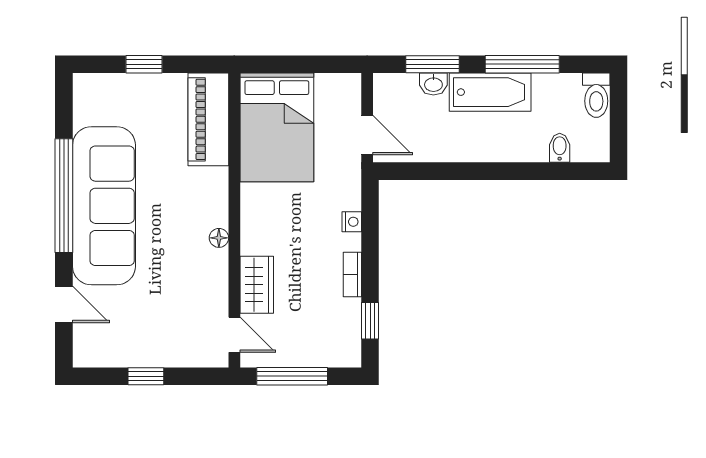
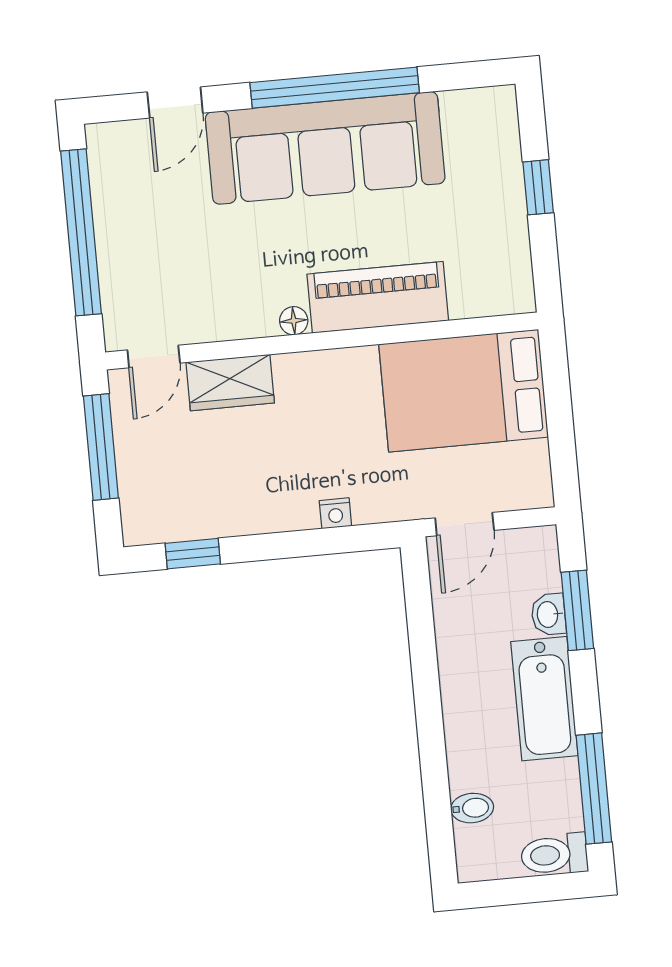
window: (522, 64) -> (594, 789), moved
piano: (208, 119) -> (378, 297), moved
bookcase: (352, 275) -> (258, 521), removed
window: (146, 376) -> (81, 232), width x3.17

